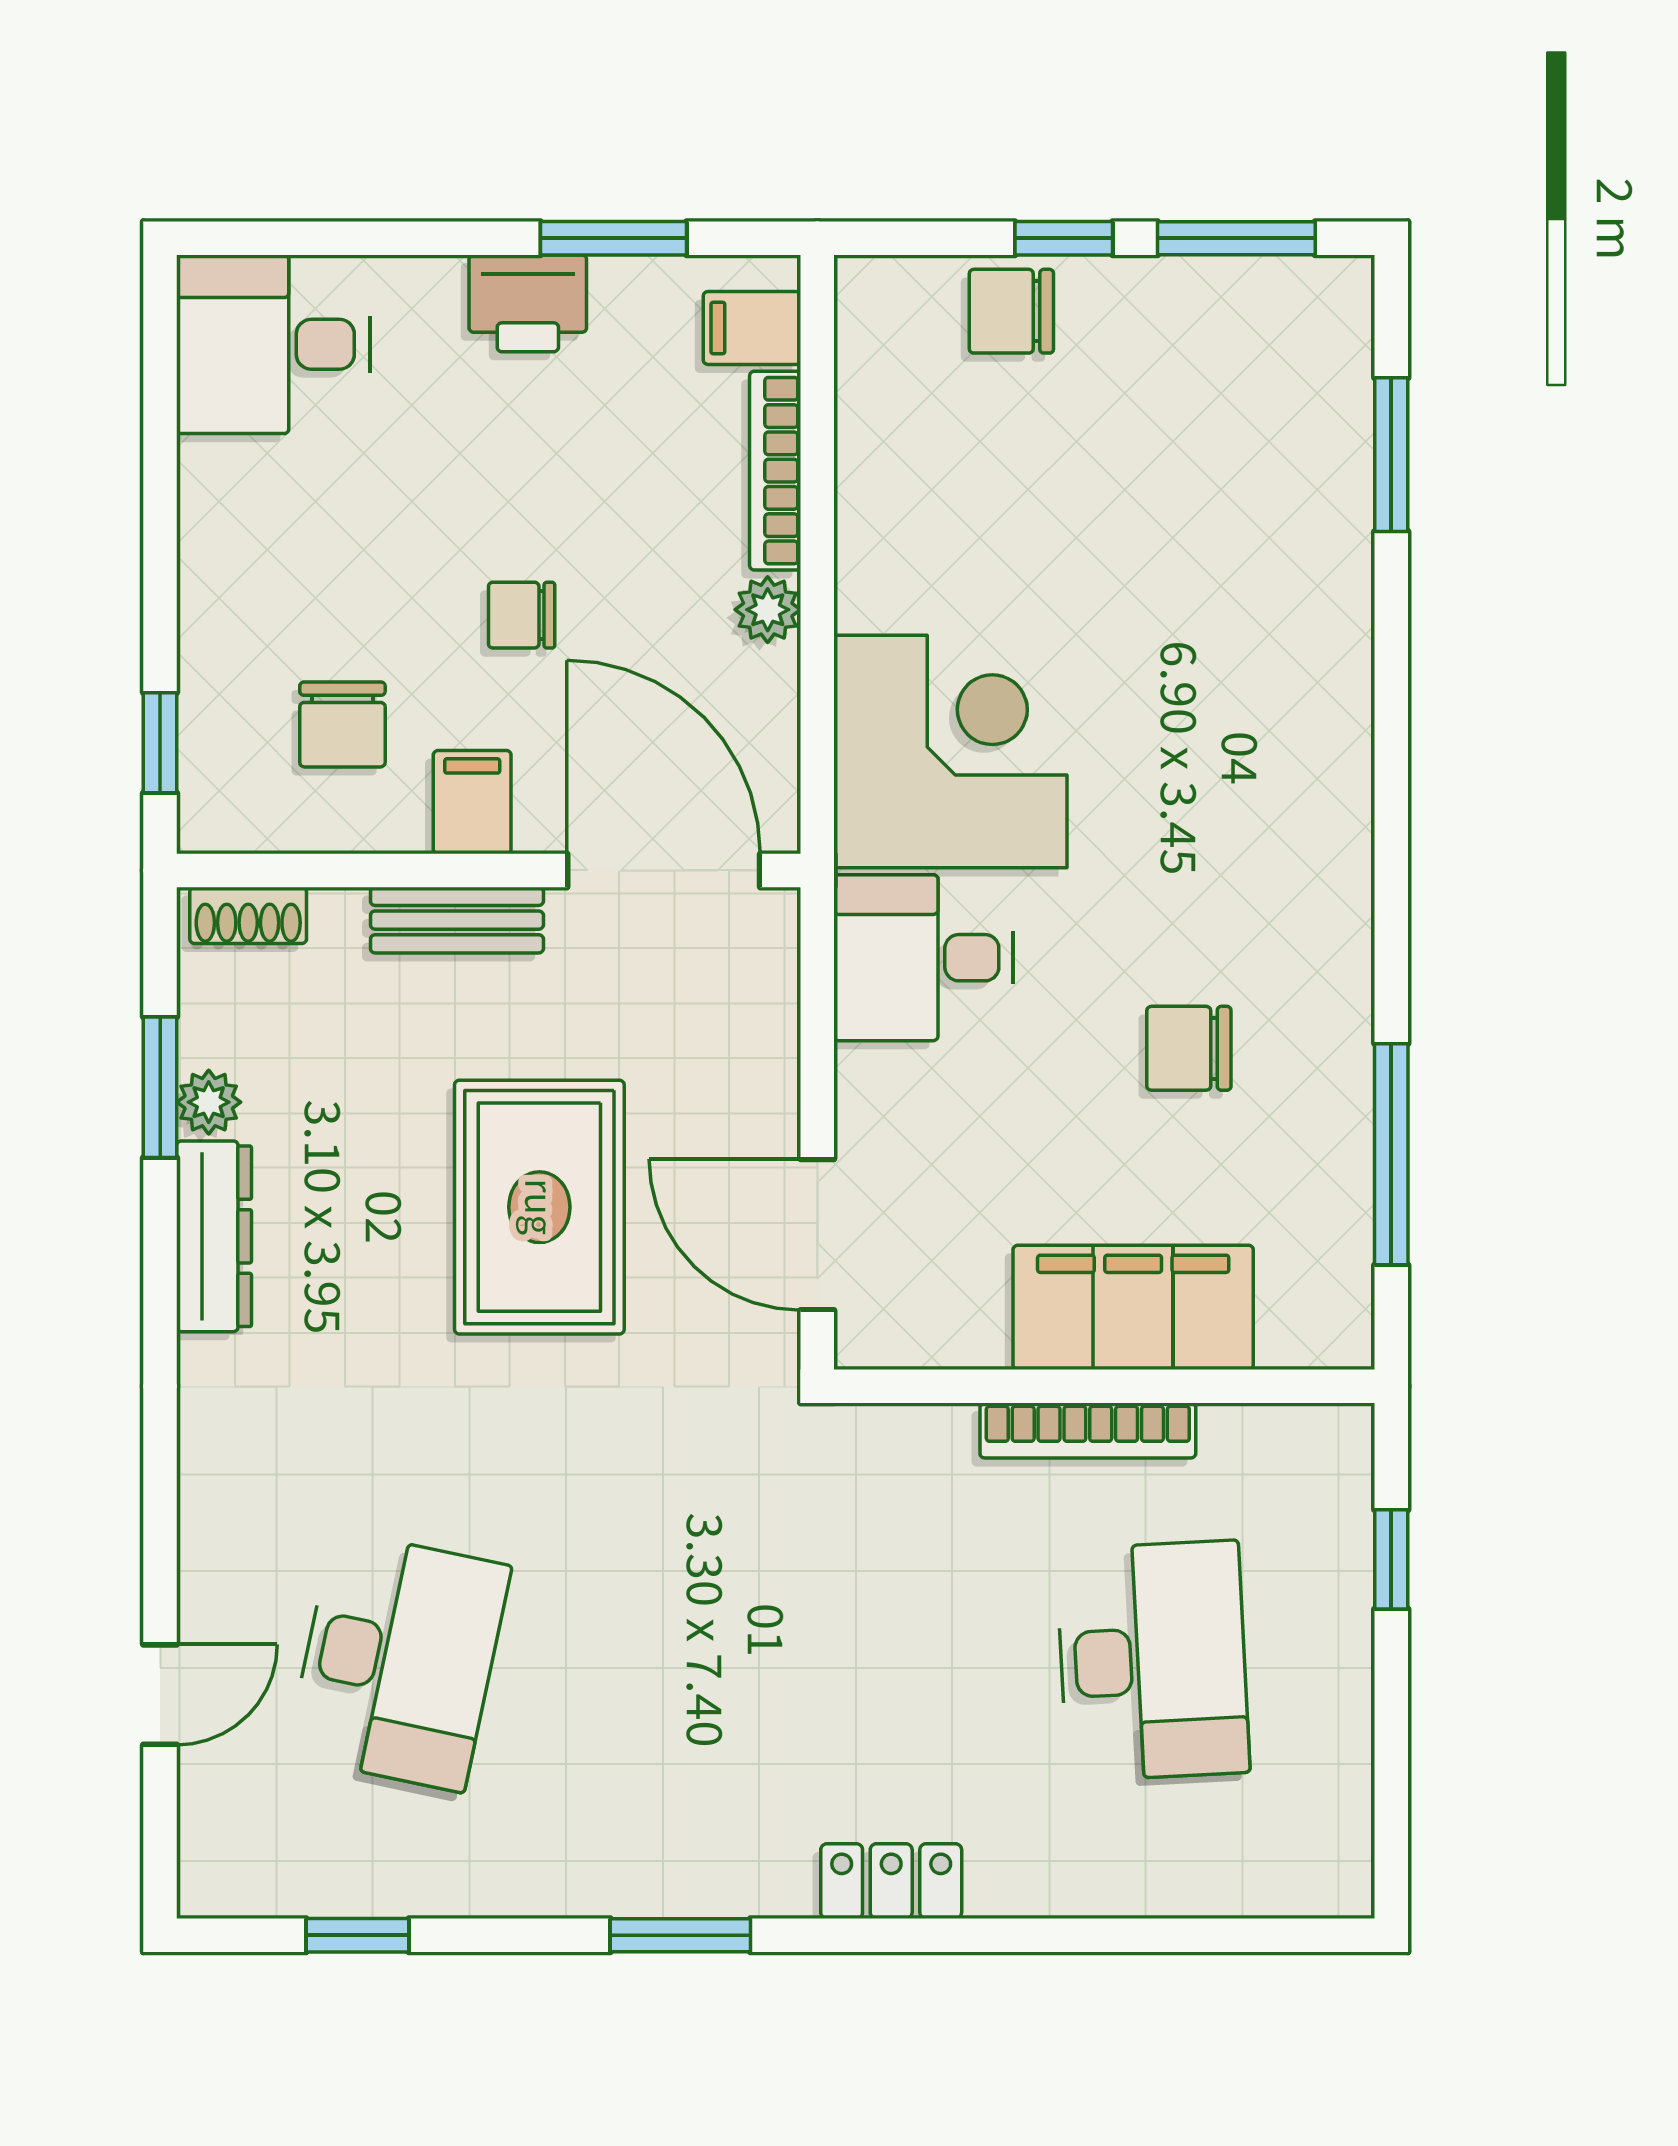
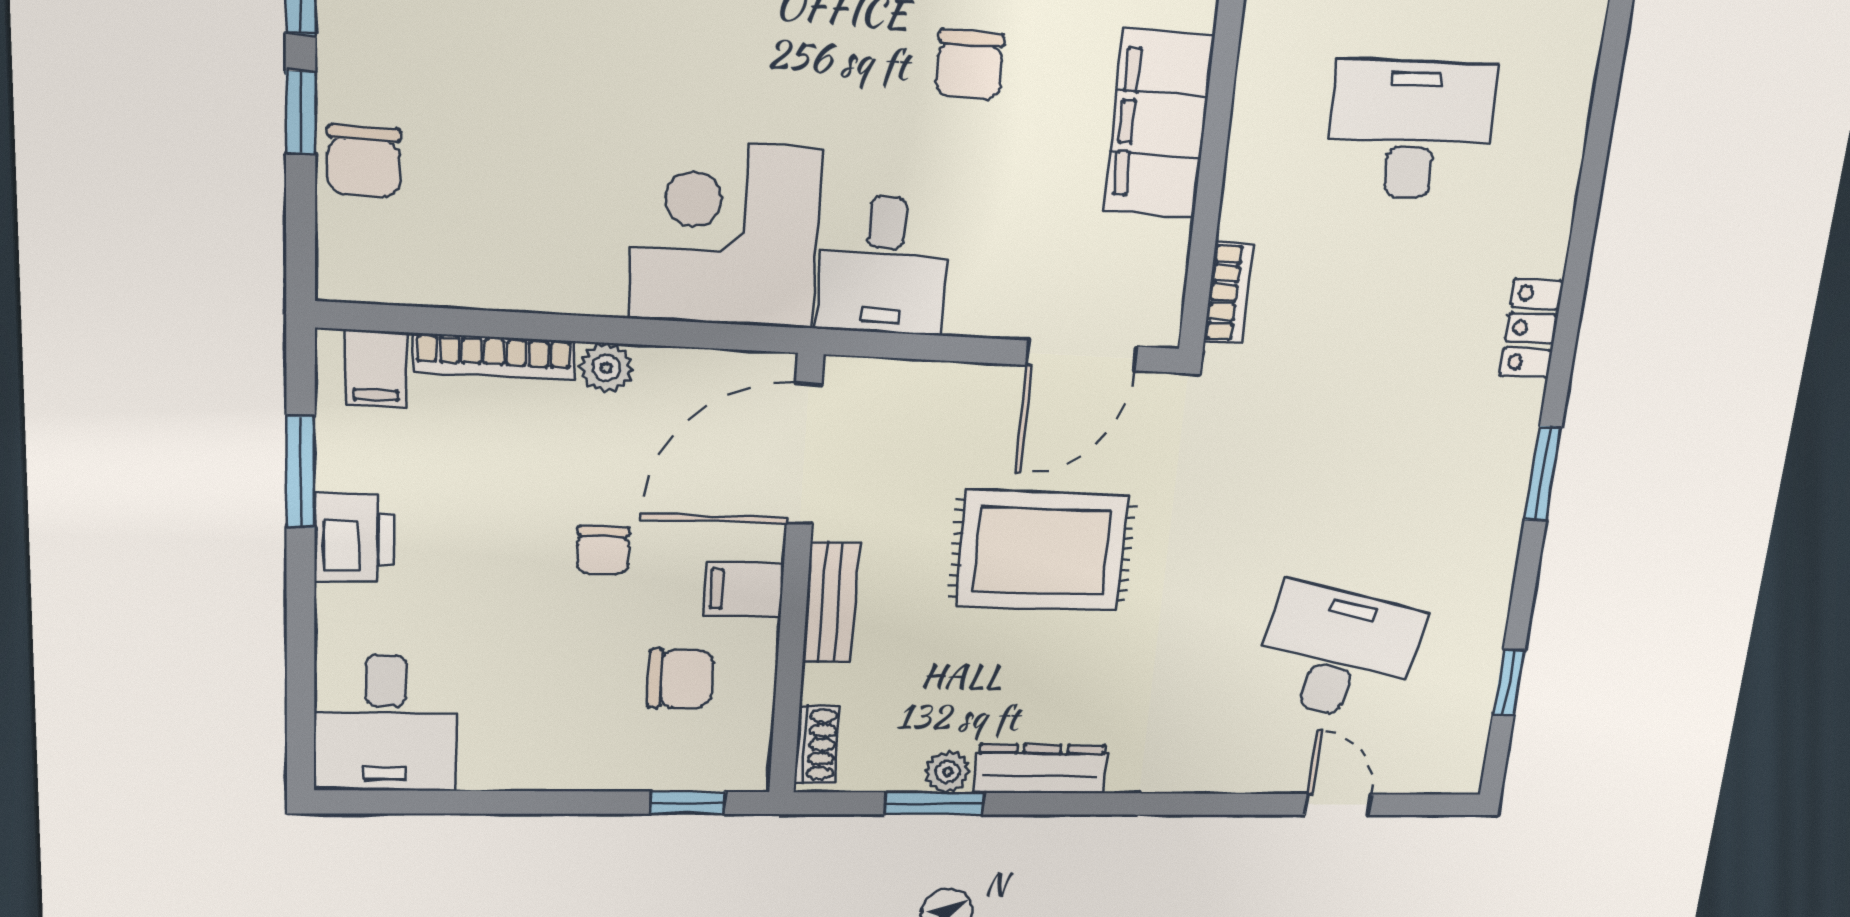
bookcase: (1088, 1430) -> (1229, 293), moved, width x0.64

